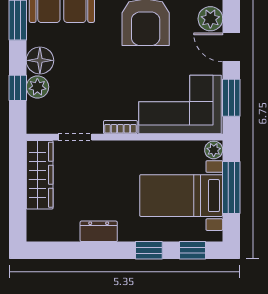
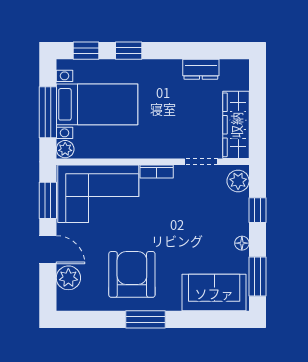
floor lamp: (40, 60) -> (242, 243), width x0.53, depth x0.53
plant: (37, 87) -> (238, 181), moved
dresser: (99, 231) -> (201, 69), moved

